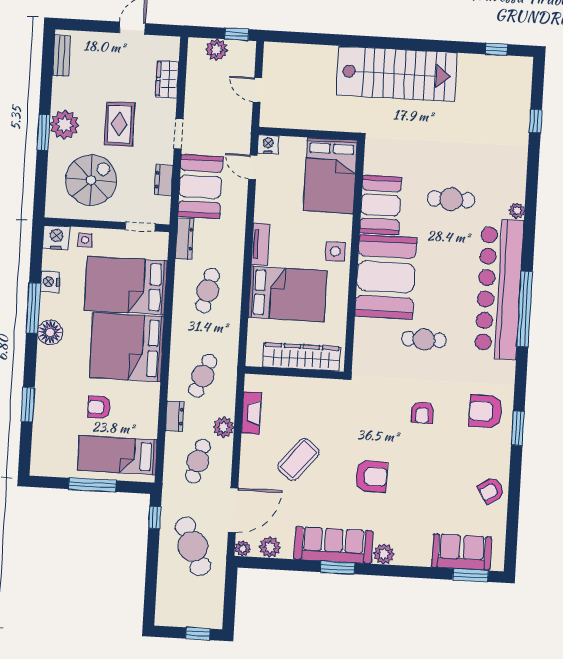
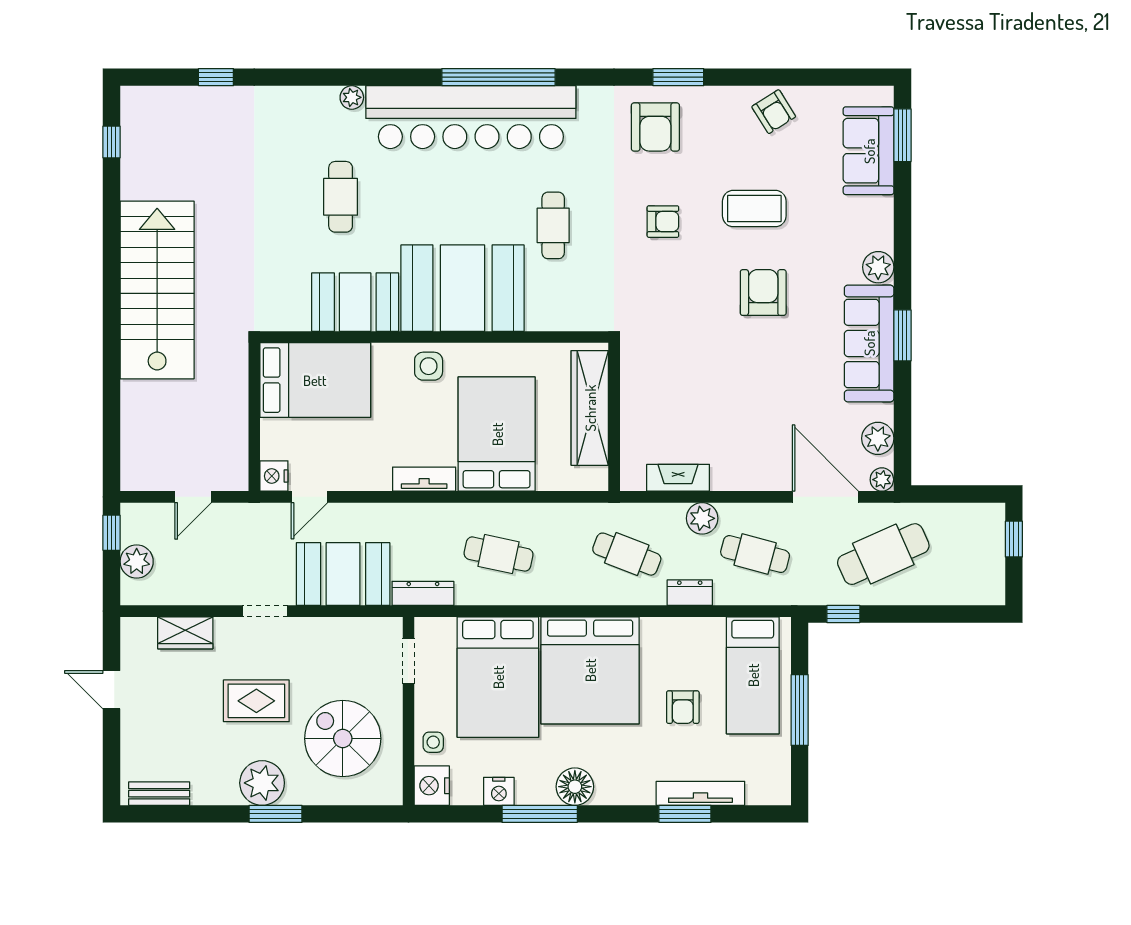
dresser: (164, 180) -> (336, 630), removed
tv unit: (41, 416) -> (700, 793), added
coffee table: (298, 459) -> (754, 209), moved, turned -40

